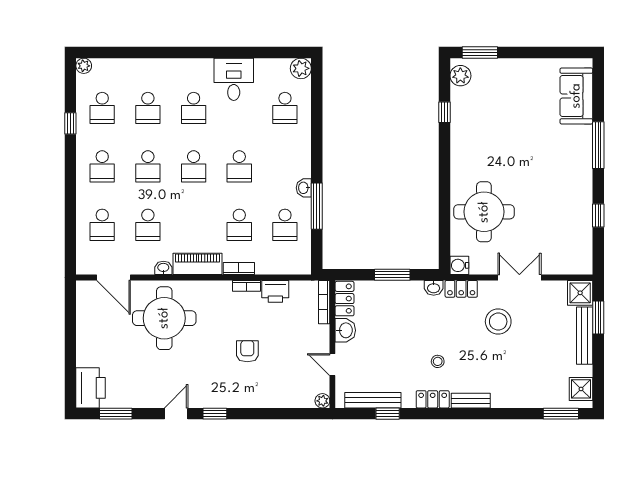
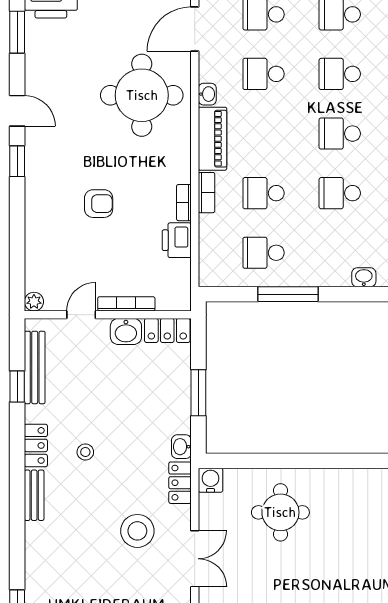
washbasin: (304, 188) -> (364, 277), moved
round table: (484, 212) -> (280, 512), width x0.73, depth x0.73
bookcase: (324, 302) -> (126, 304), moved

